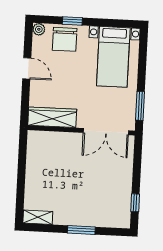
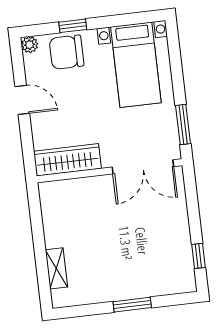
chair: (65, 39) -> (67, 52), turned 90
shelving: (38, 217) -> (56, 268), moved, turned 90

